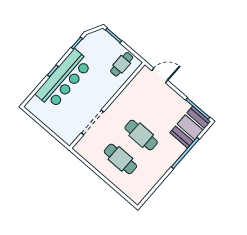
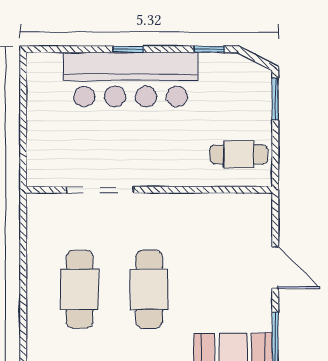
door: (160, 75) -> (275, 267), moved

